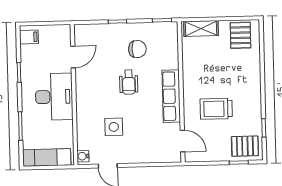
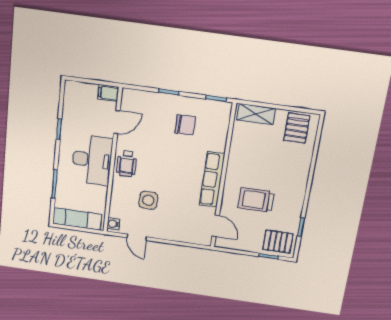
filing cabinet: (29, 37) -> (108, 93), moved, turned 180
wheelchair: (129, 82) -> (127, 164), moved

